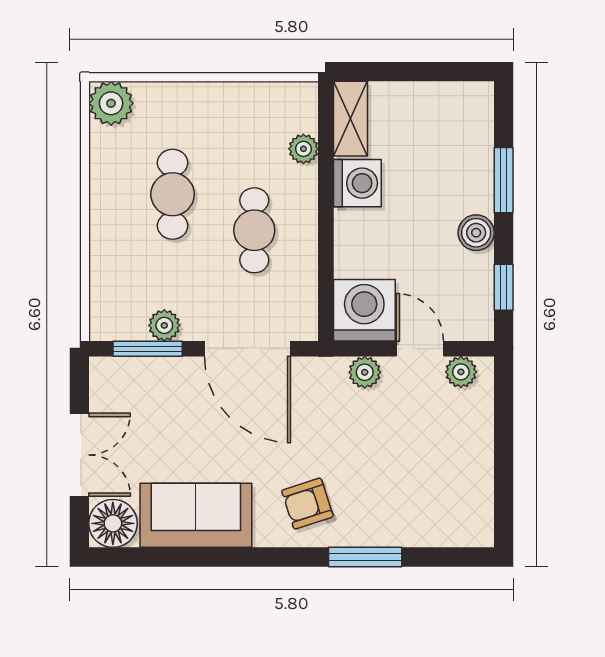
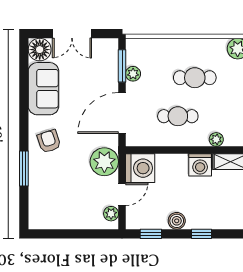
window: (504, 180) -> (202, 234), width x0.67
plant: (365, 372) -> (104, 162), width x1.88, depth x1.88

